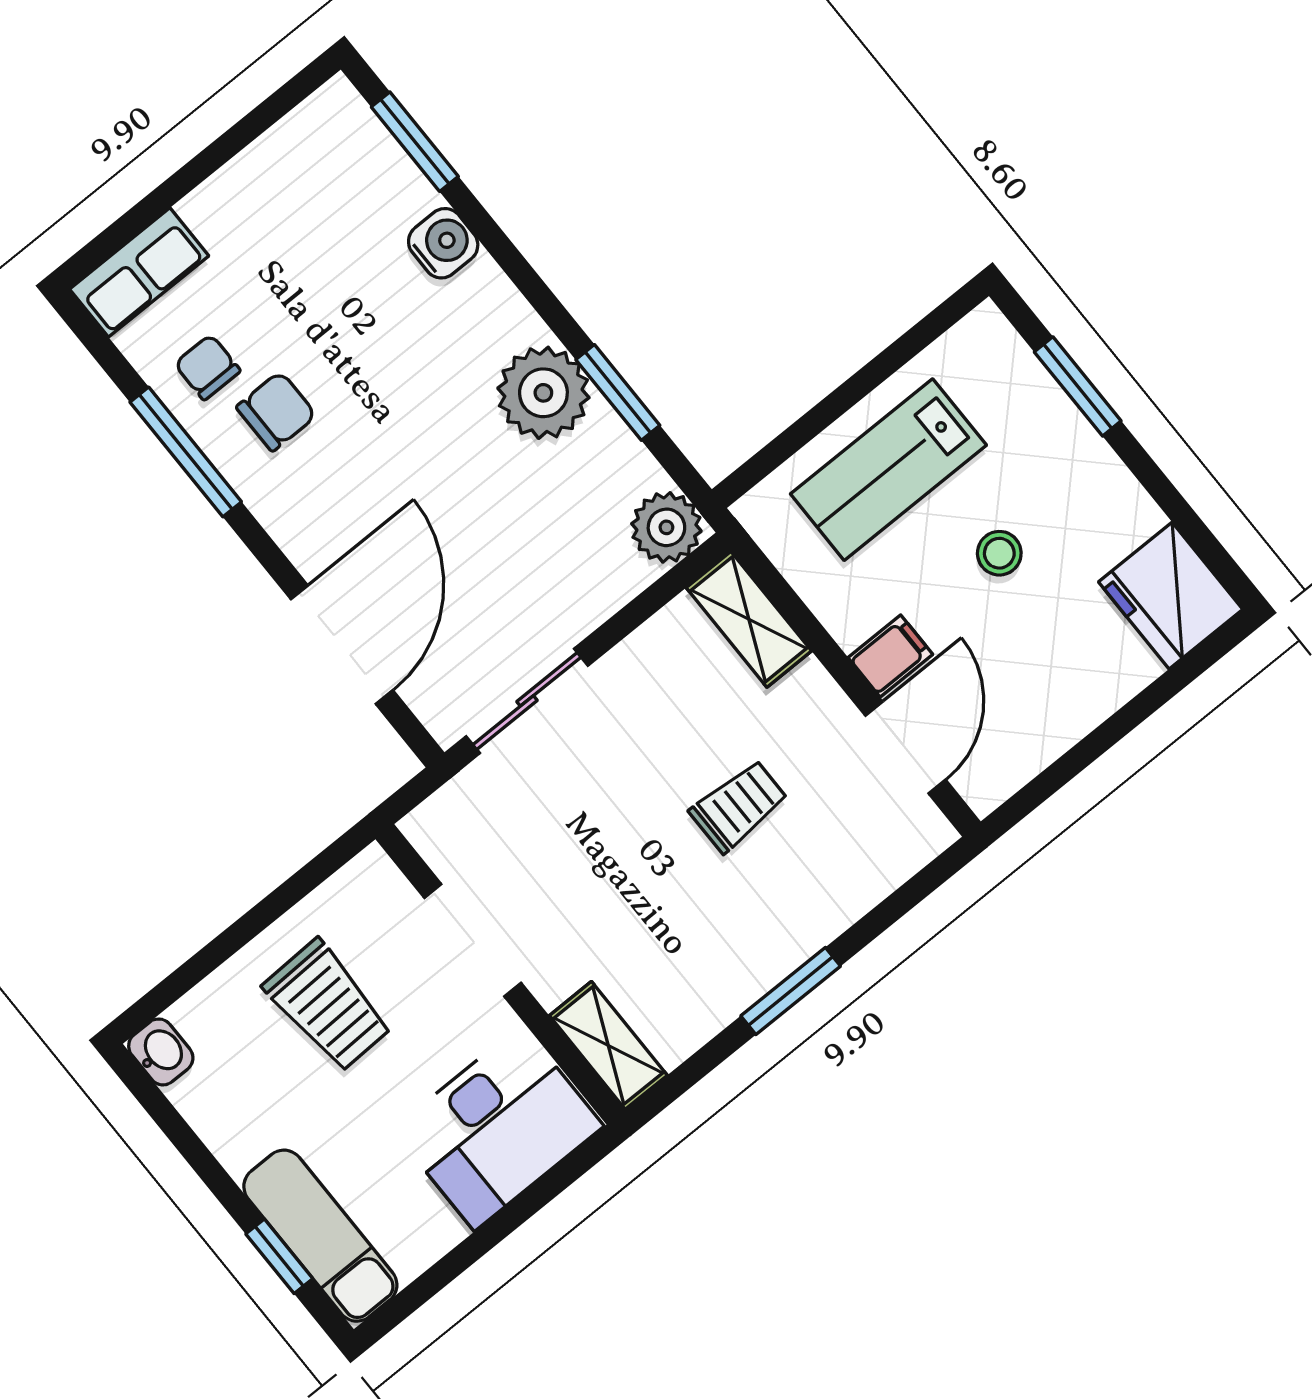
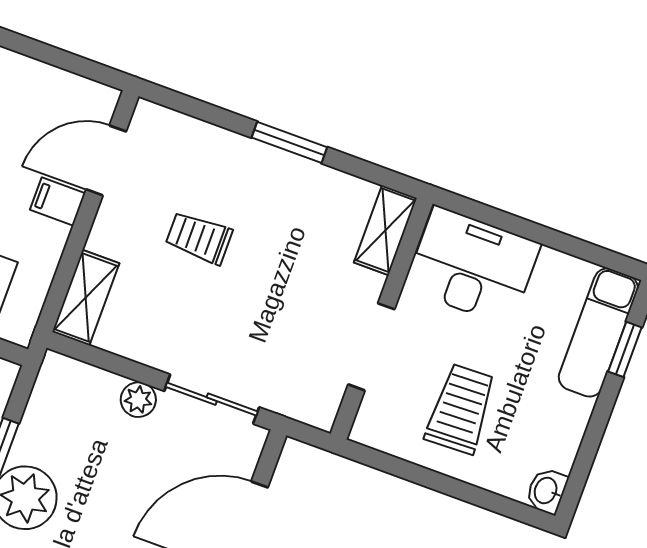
plant: (666, 527) -> (138, 400), moved, width x0.73, depth x0.73

